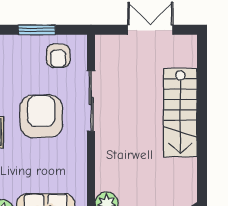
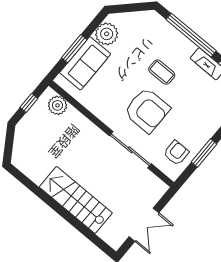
armchair: (58, 56) -> (176, 153), turned 90

